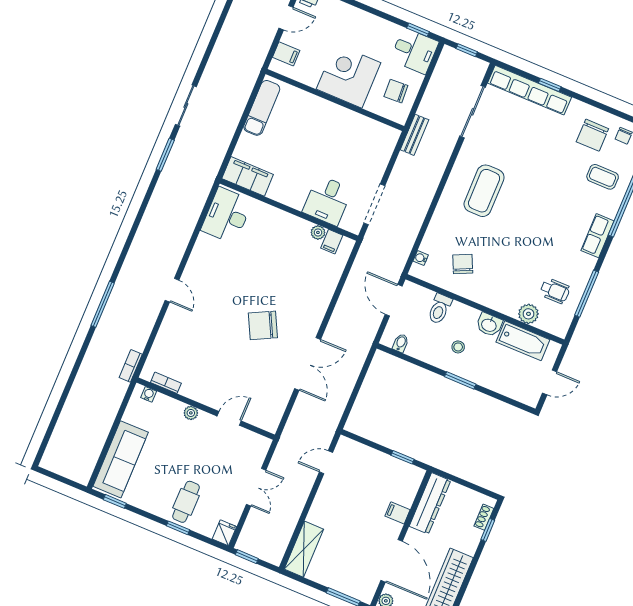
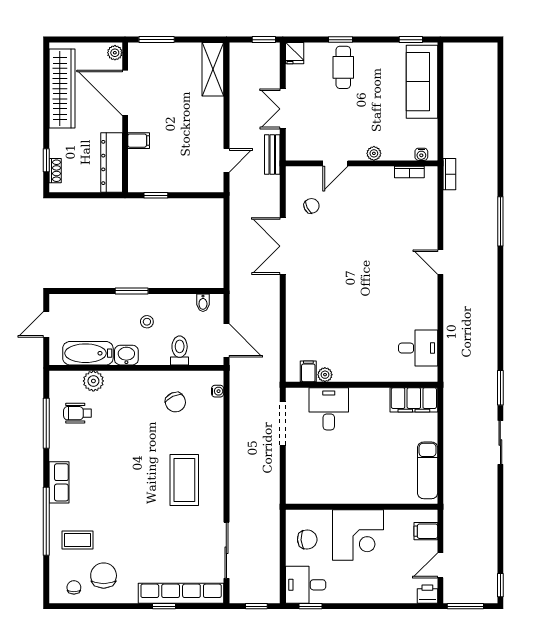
bench: (414, 135) -> (272, 154), moved
desk: (227, 215) -> (418, 348), width x0.73
chair: (263, 325) -> (311, 206), moved, width x0.54, depth x0.54

